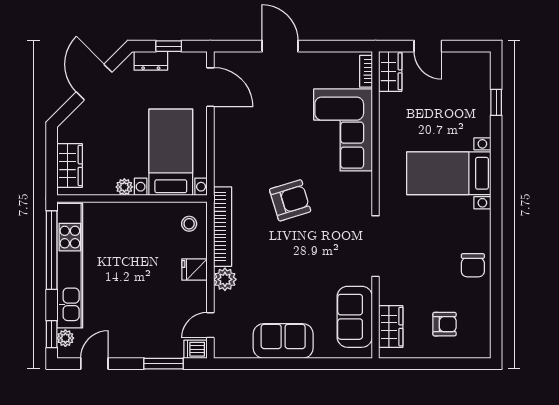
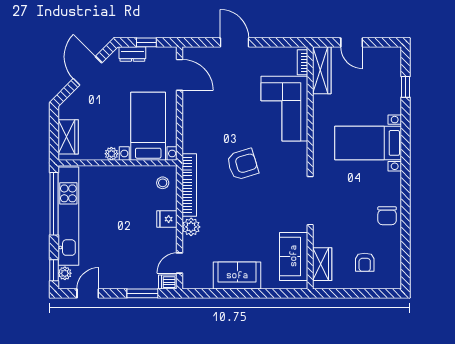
wardrobe: (390, 71) -> (322, 70), width x1.50
armchair: (445, 324) -> (365, 262), turned 90

